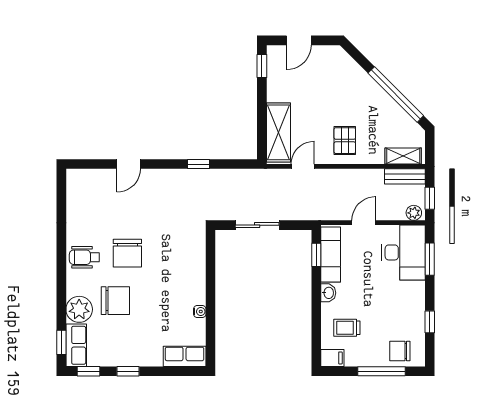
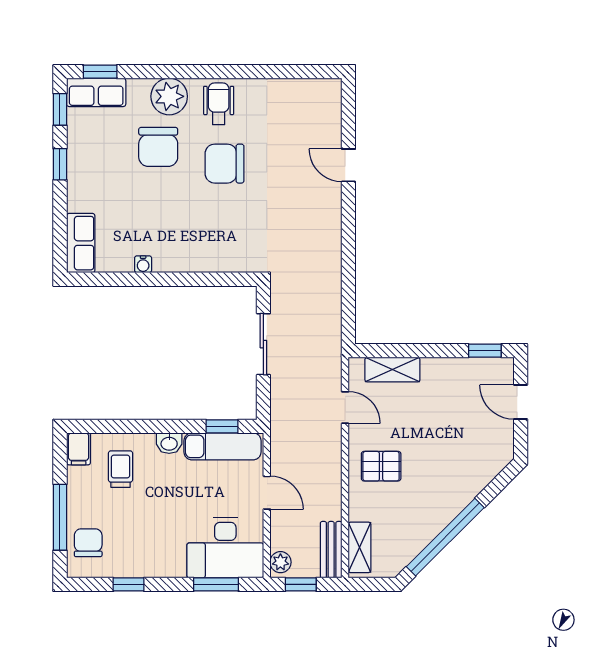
shelving: (278, 132) -> (392, 370), width x0.67, depth x0.75
window: (198, 164) -> (348, 262), removed
plant: (79, 309) -> (169, 96), moved

